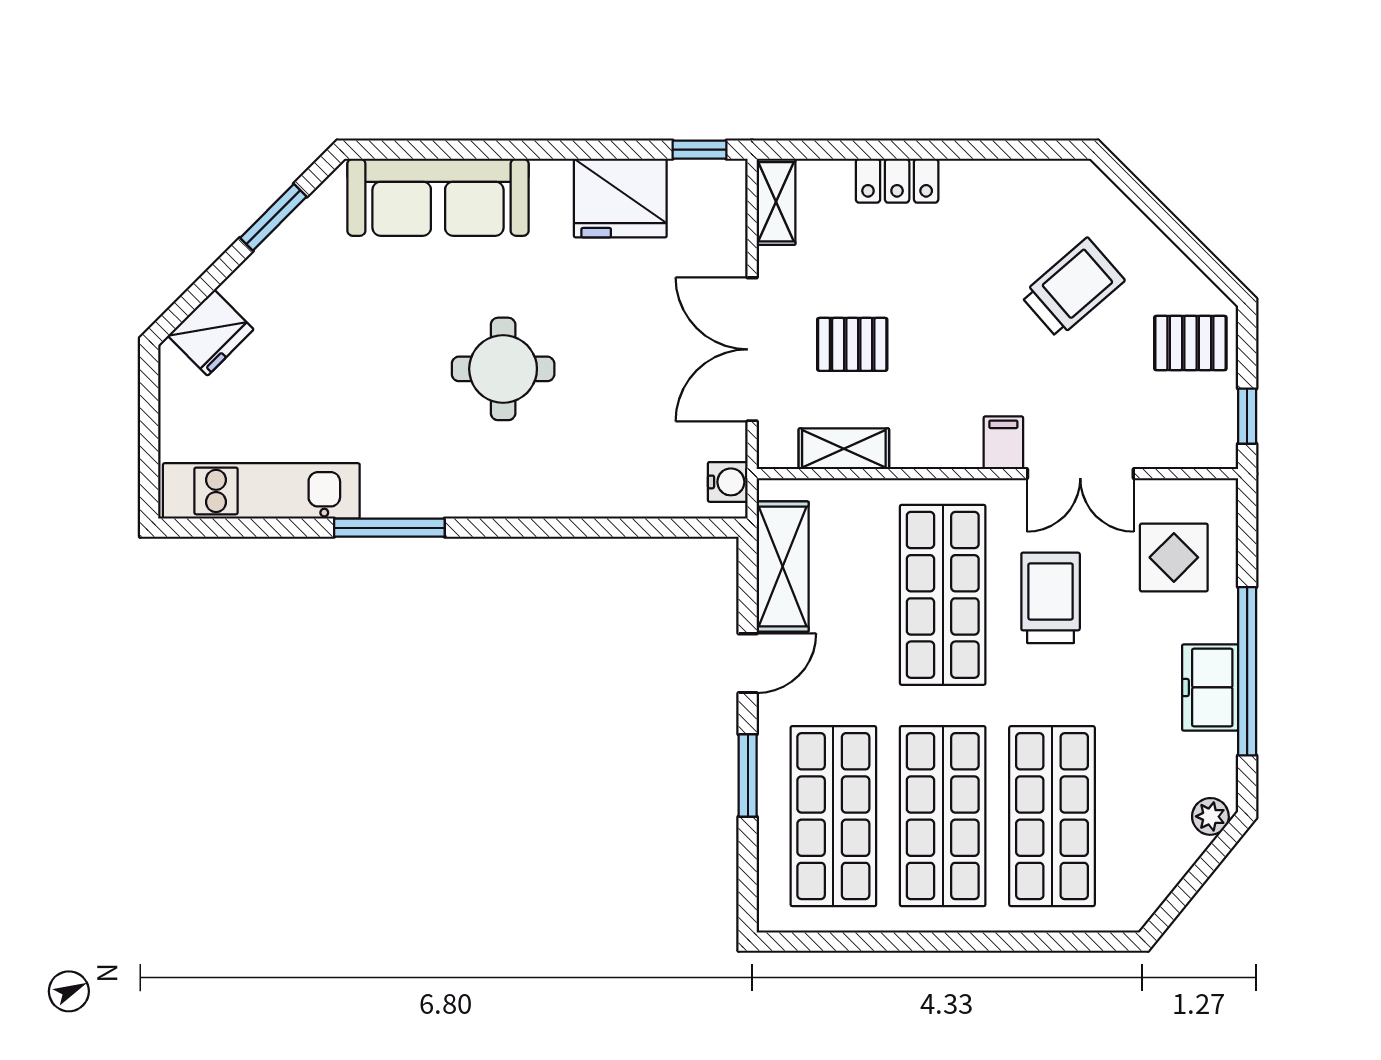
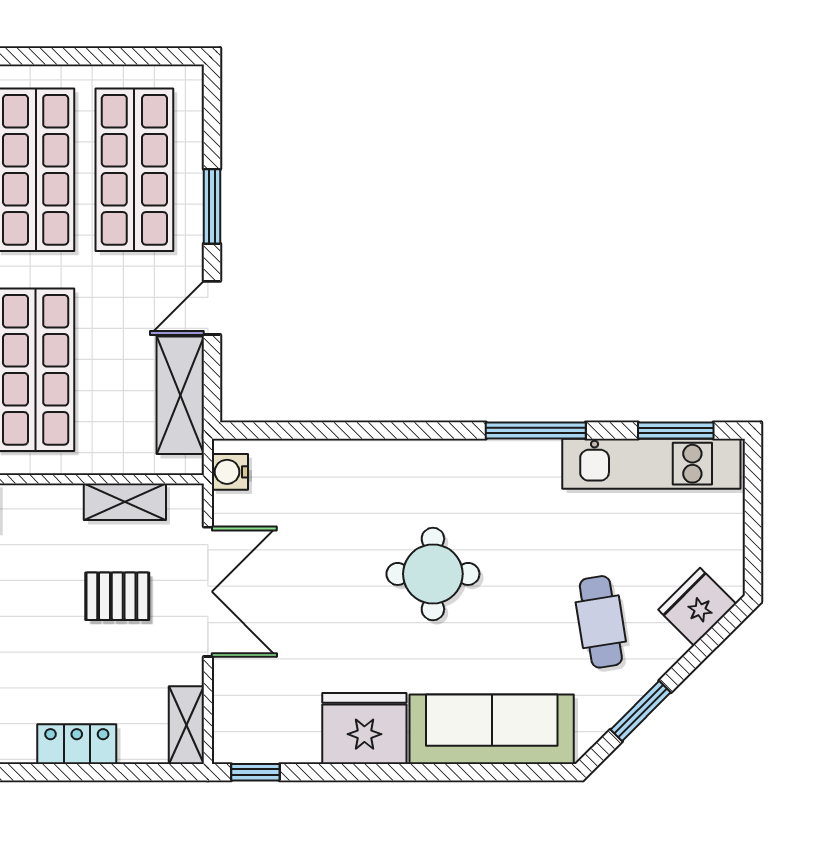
fridge: (620, 198) -> (364, 728), moved
cafe table: (317, 316) -> (601, 622), added
window: (234, 528) -> (676, 430), added

